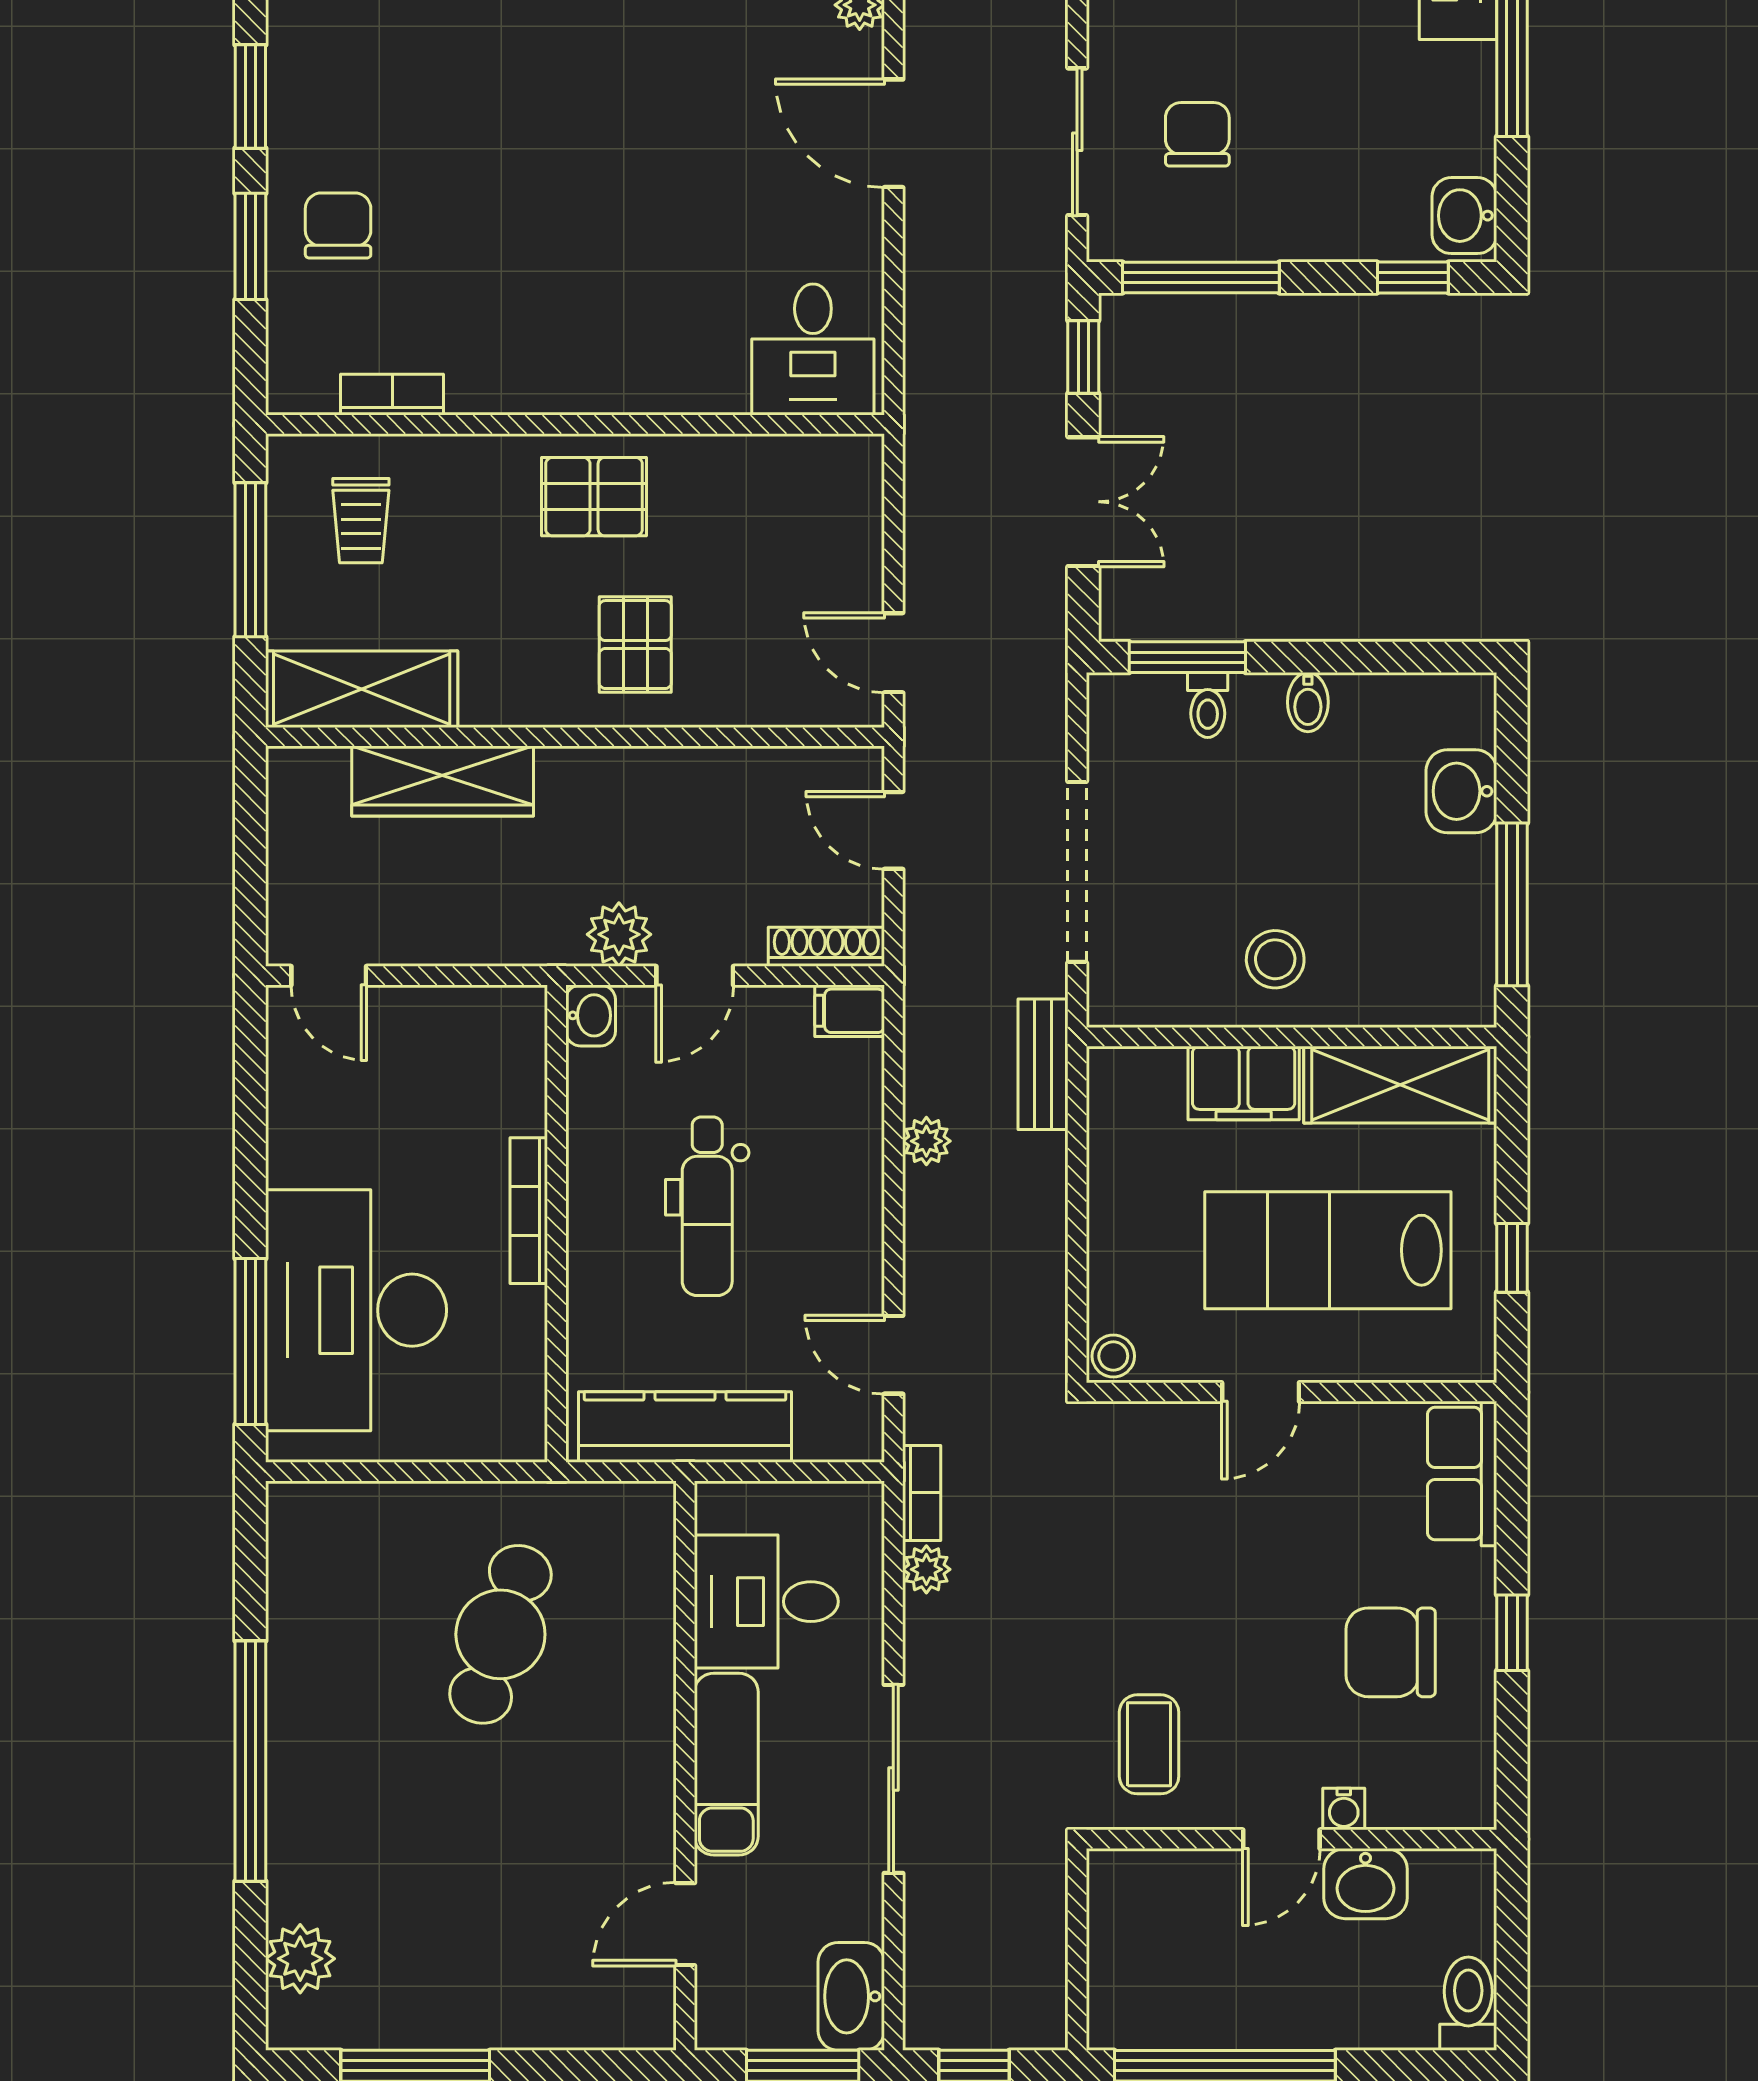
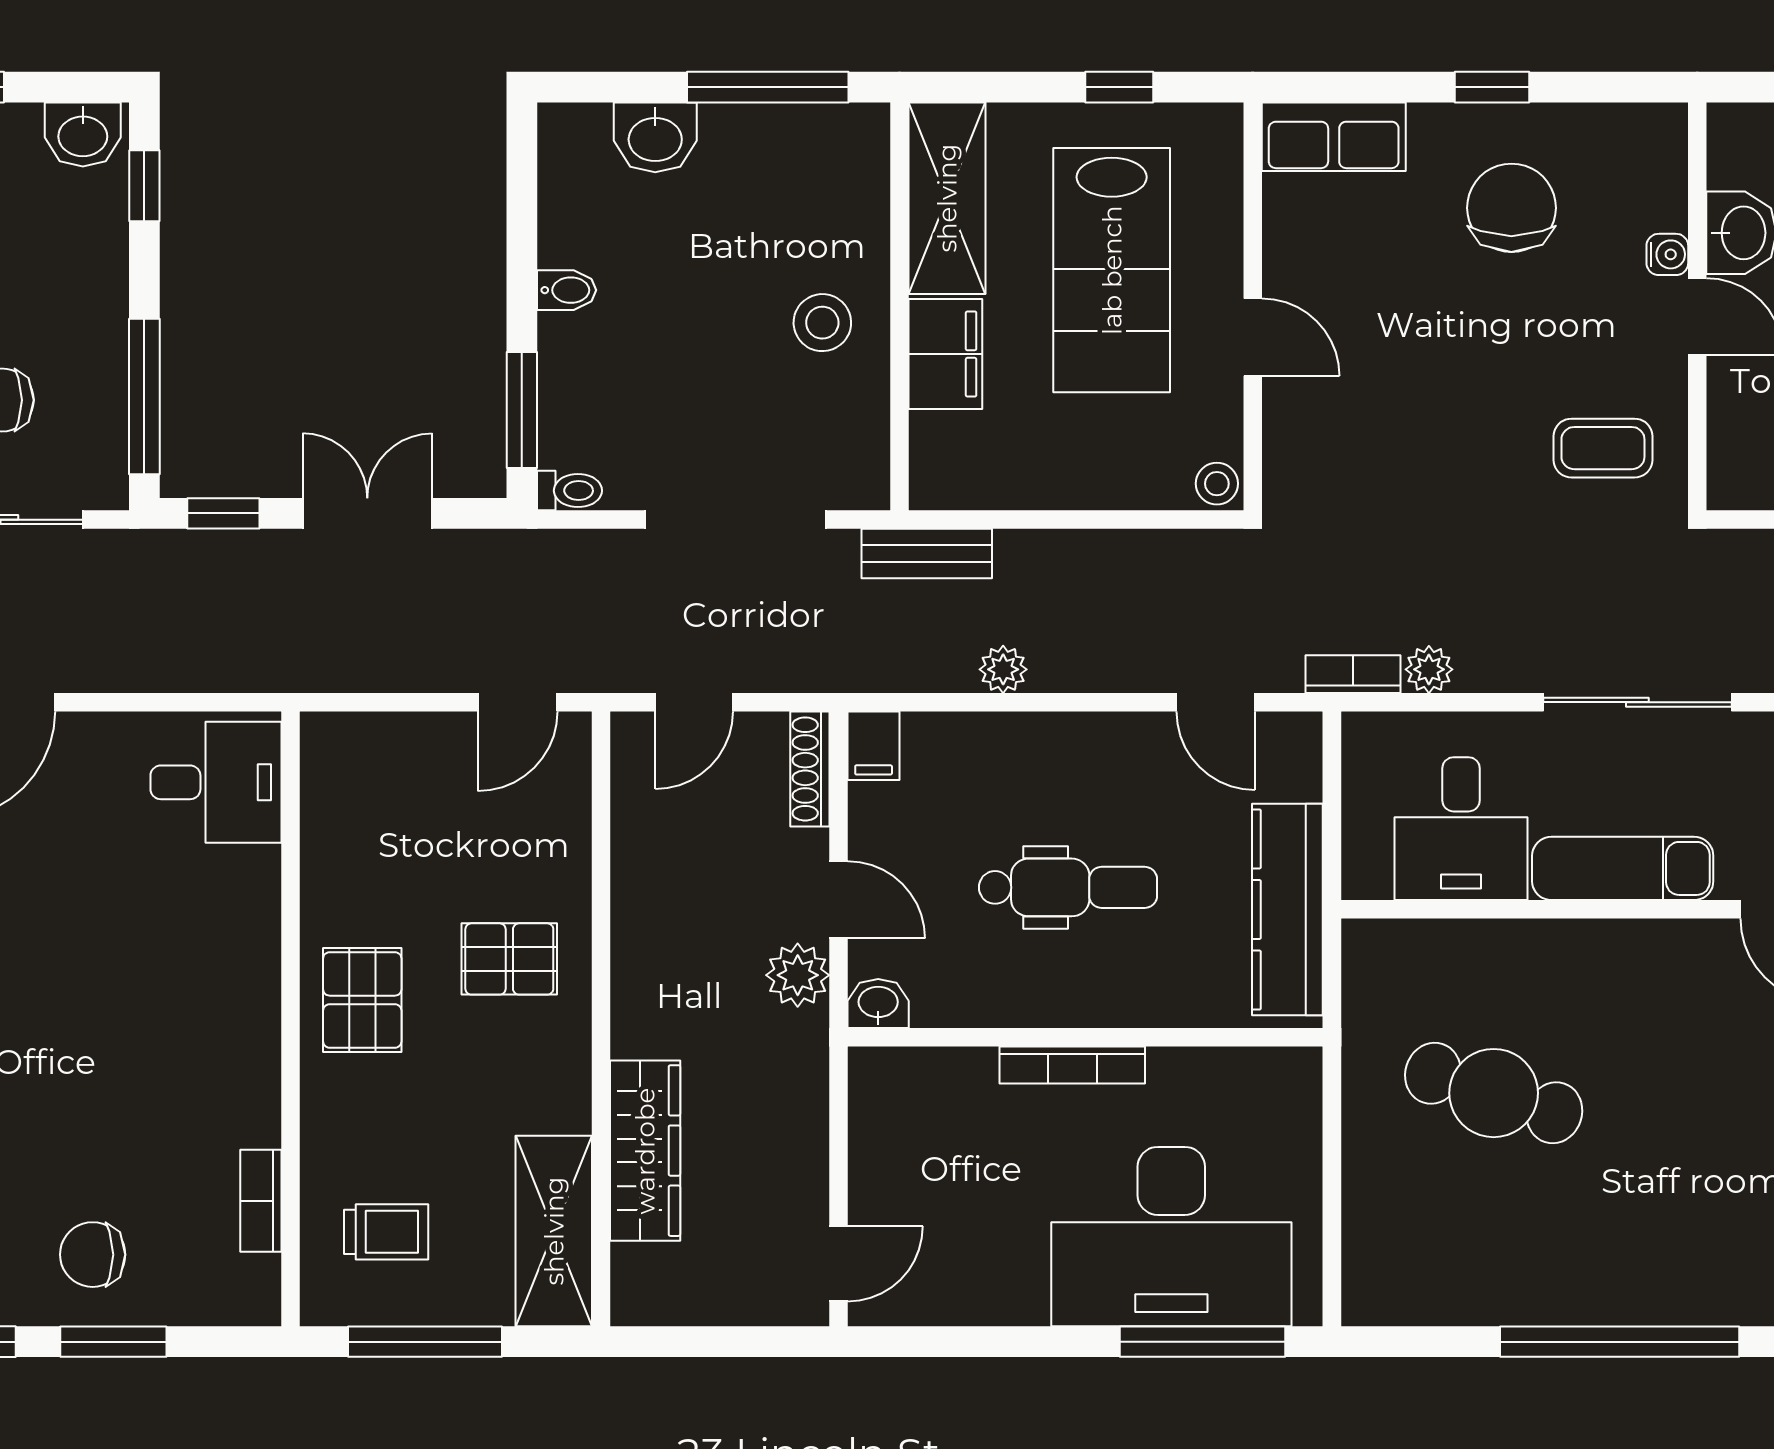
toilet: (1208, 705) -> (569, 491), moved
door: (893, 1355) -> (1216, 702), hinge flipped
chair: (1391, 1652) -> (1511, 208), turned 180

